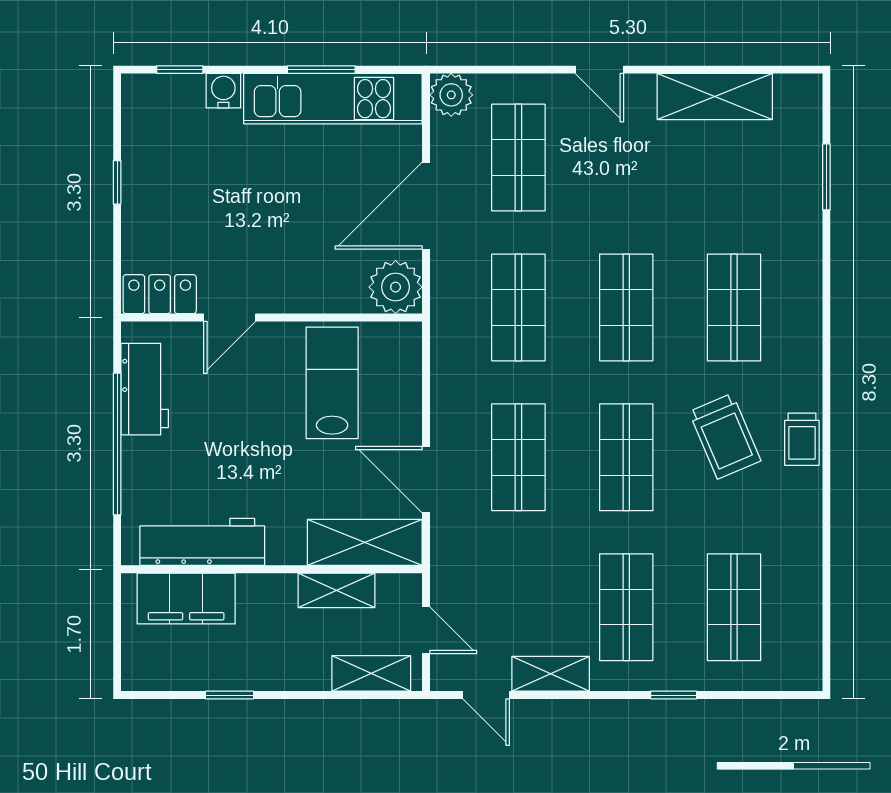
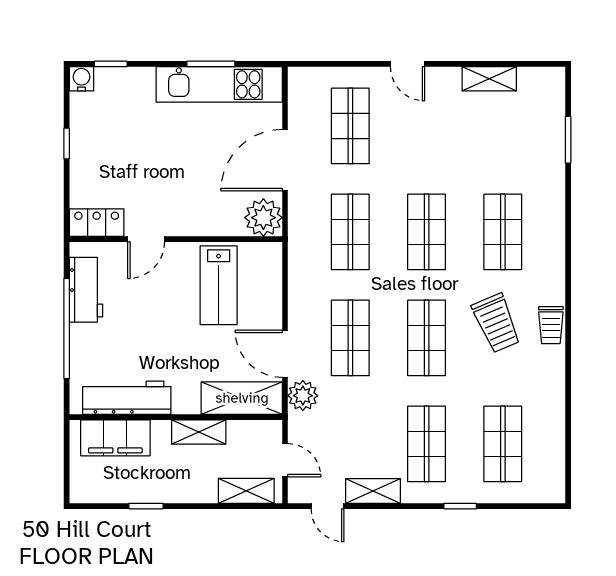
water cooler: (223, 91) -> (81, 79), moved
plant: (451, 95) -> (303, 396), moved
shelving: (715, 97) -> (489, 79), width x0.67, depth x0.75
lab bench: (332, 383) -> (219, 285), turned 180
shelving: (336, 590) -> (199, 432), moved

